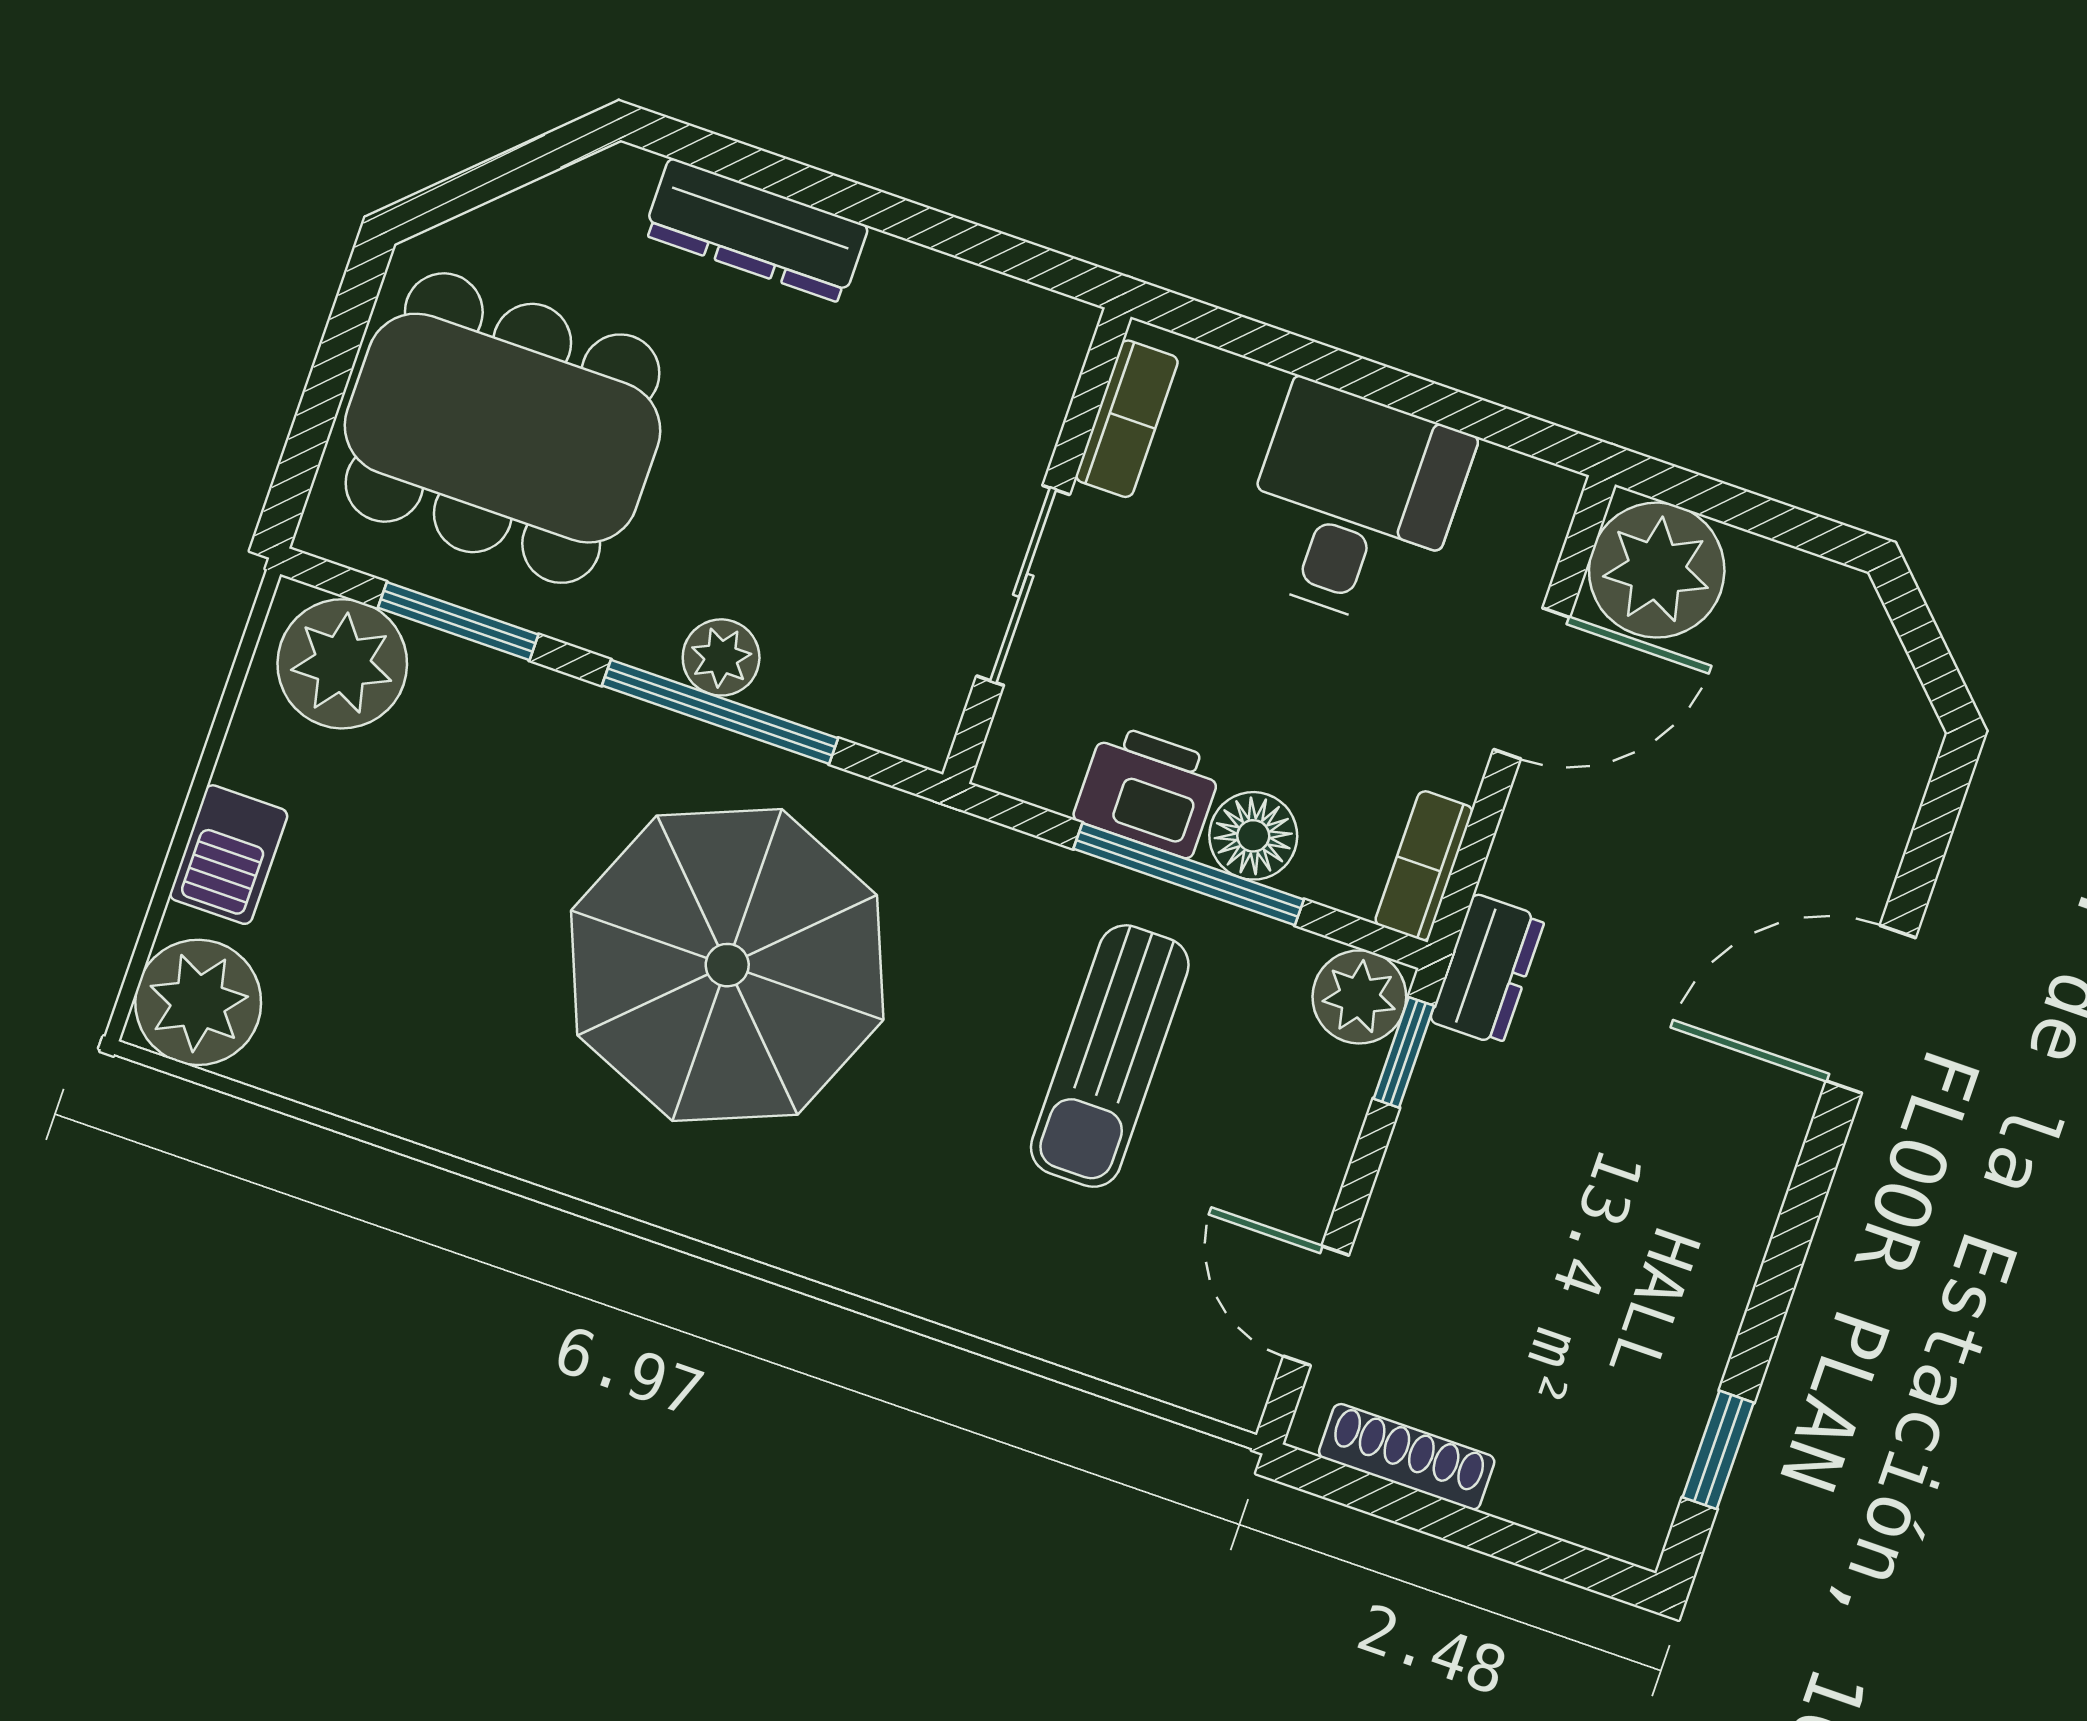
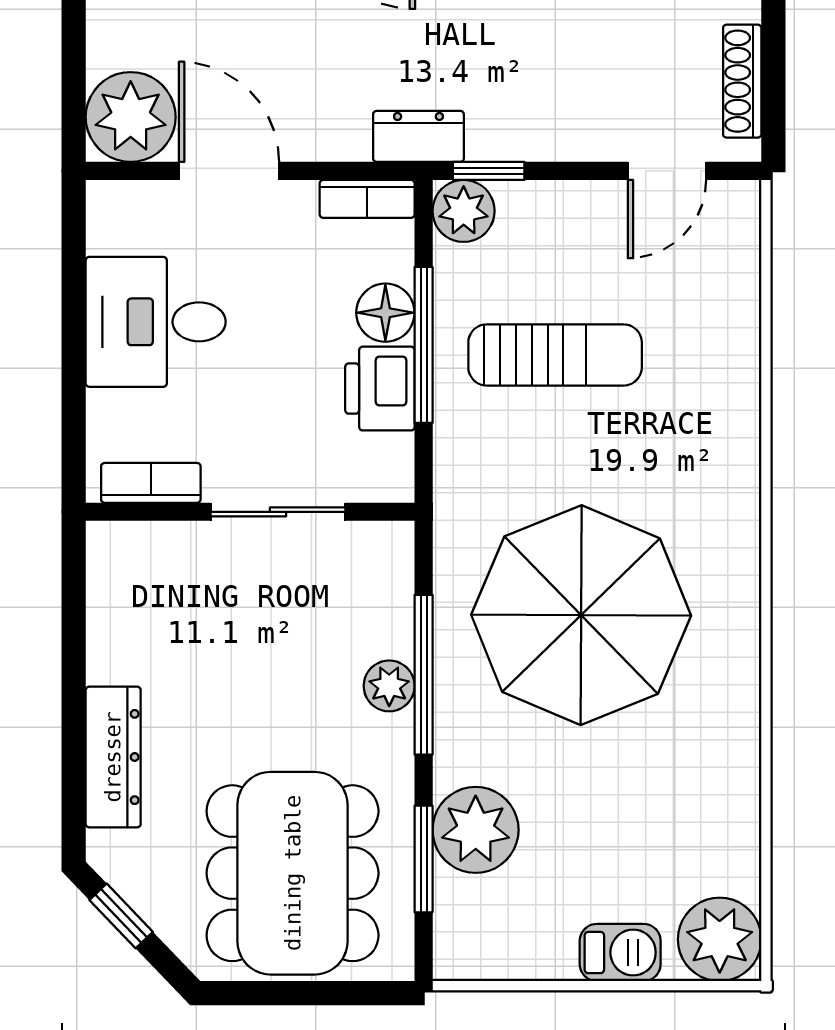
window: (526, 164) -> (121, 916), added
plant: (342, 664) -> (476, 830), moved

